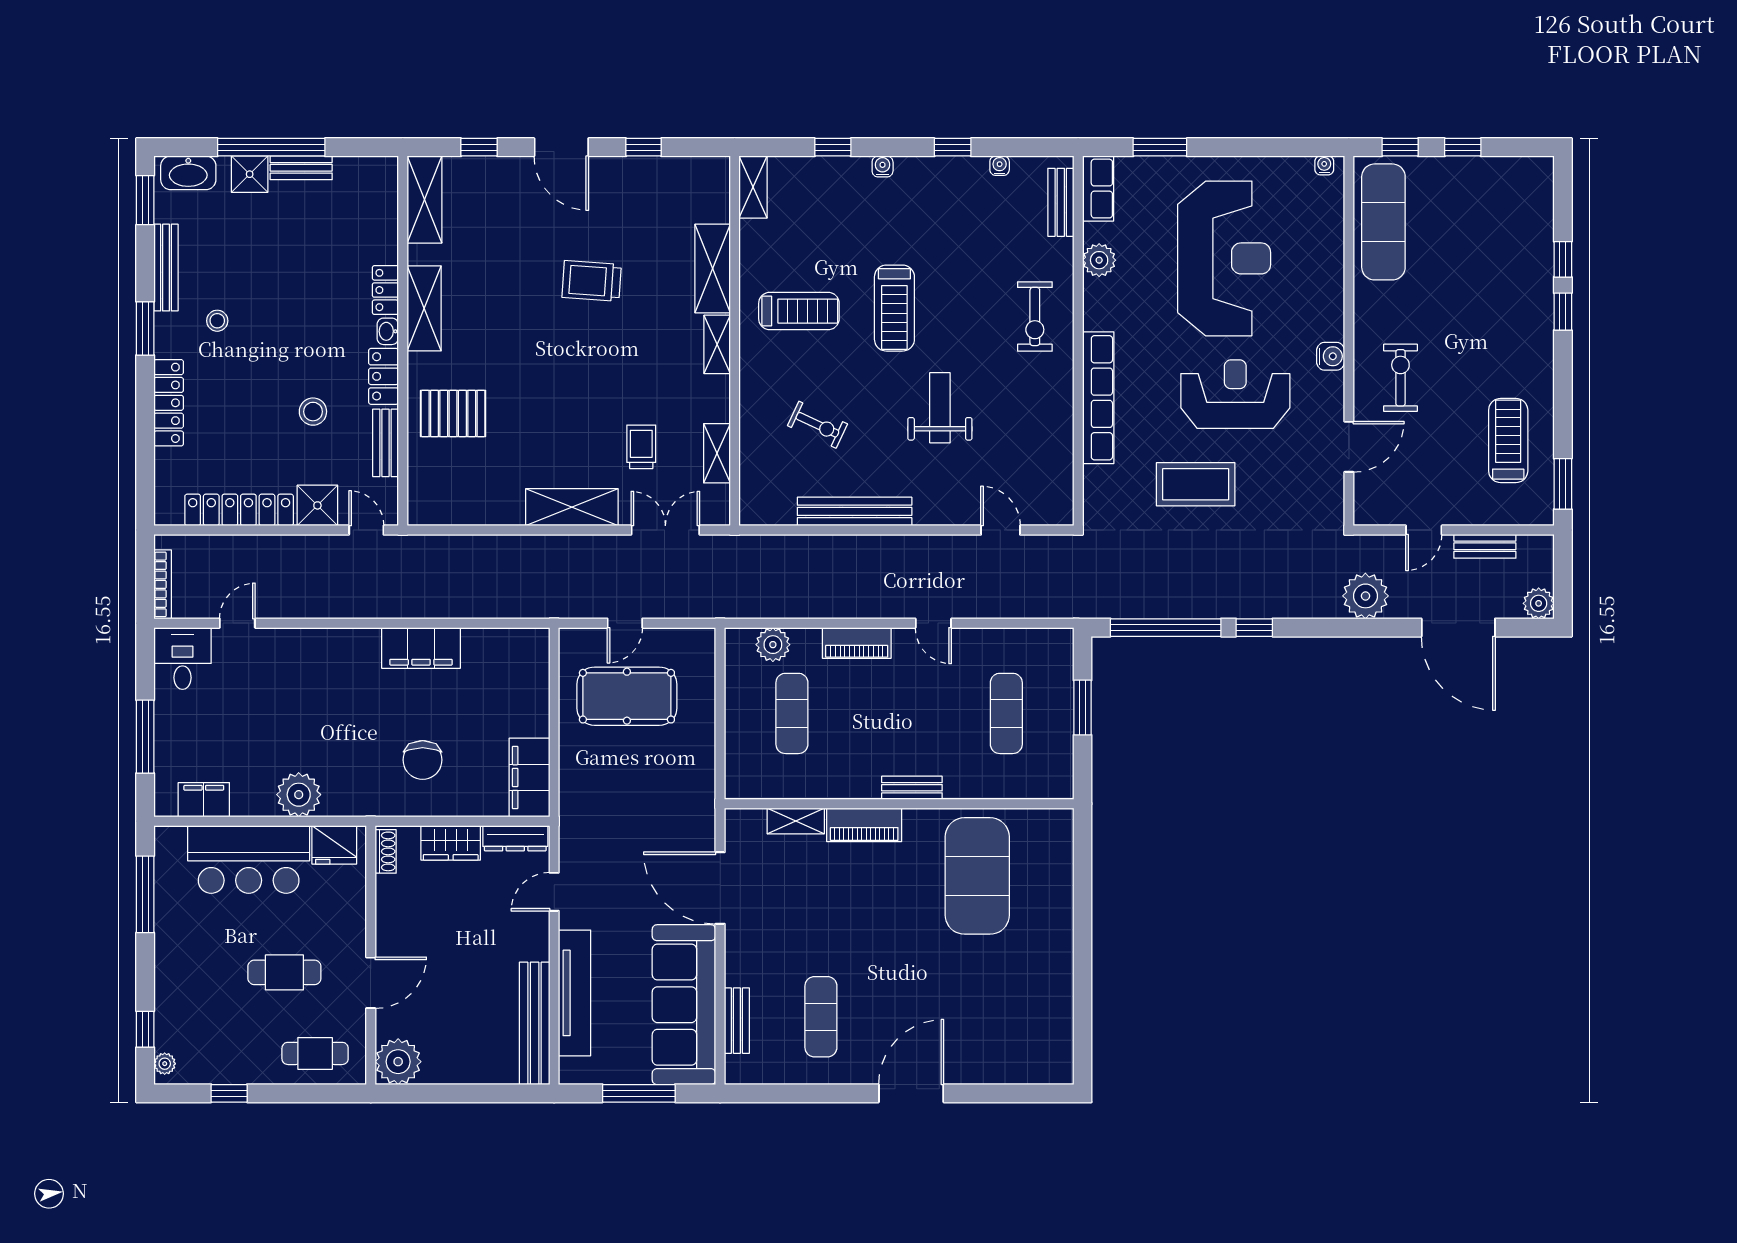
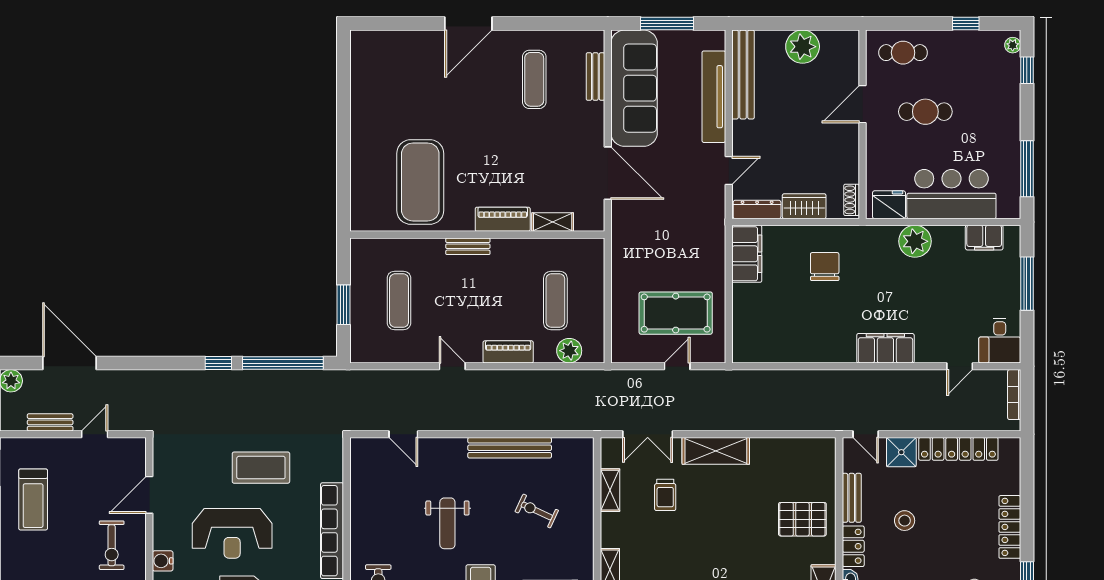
plant: (1365, 596) -> (137, 386), removed
filing cabinet: (421, 648) -> (885, 348), moved
plant: (398, 1062) -> (803, 47), moved

